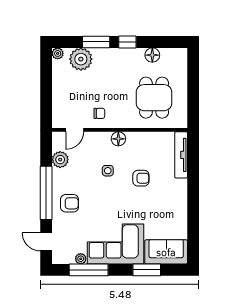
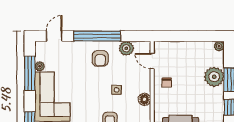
plant: (81, 59) -> (214, 77), moved
armchair: (70, 203) -> (100, 58), moved

